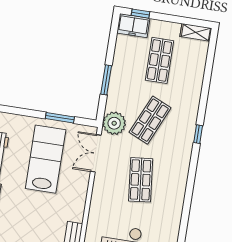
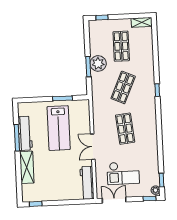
freezer: (133, 26) -> (99, 27), removed
plant: (114, 123) -> (98, 63), moved
double door: (96, 153) -> (93, 147), moved
lab bench: (46, 159) -> (59, 128), turned 180

